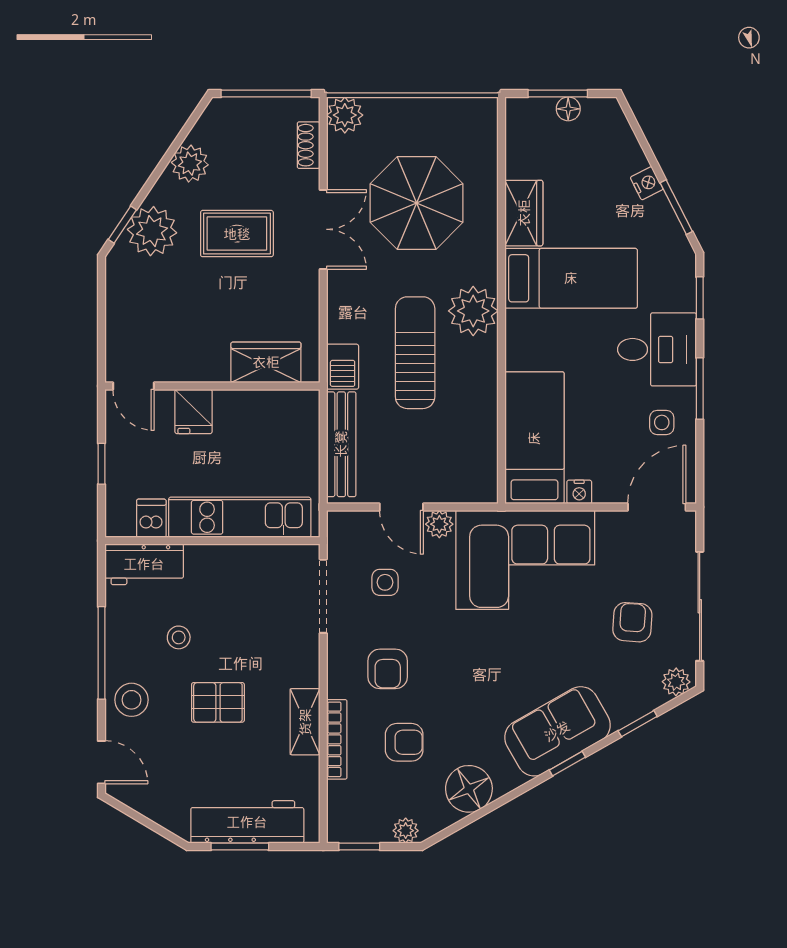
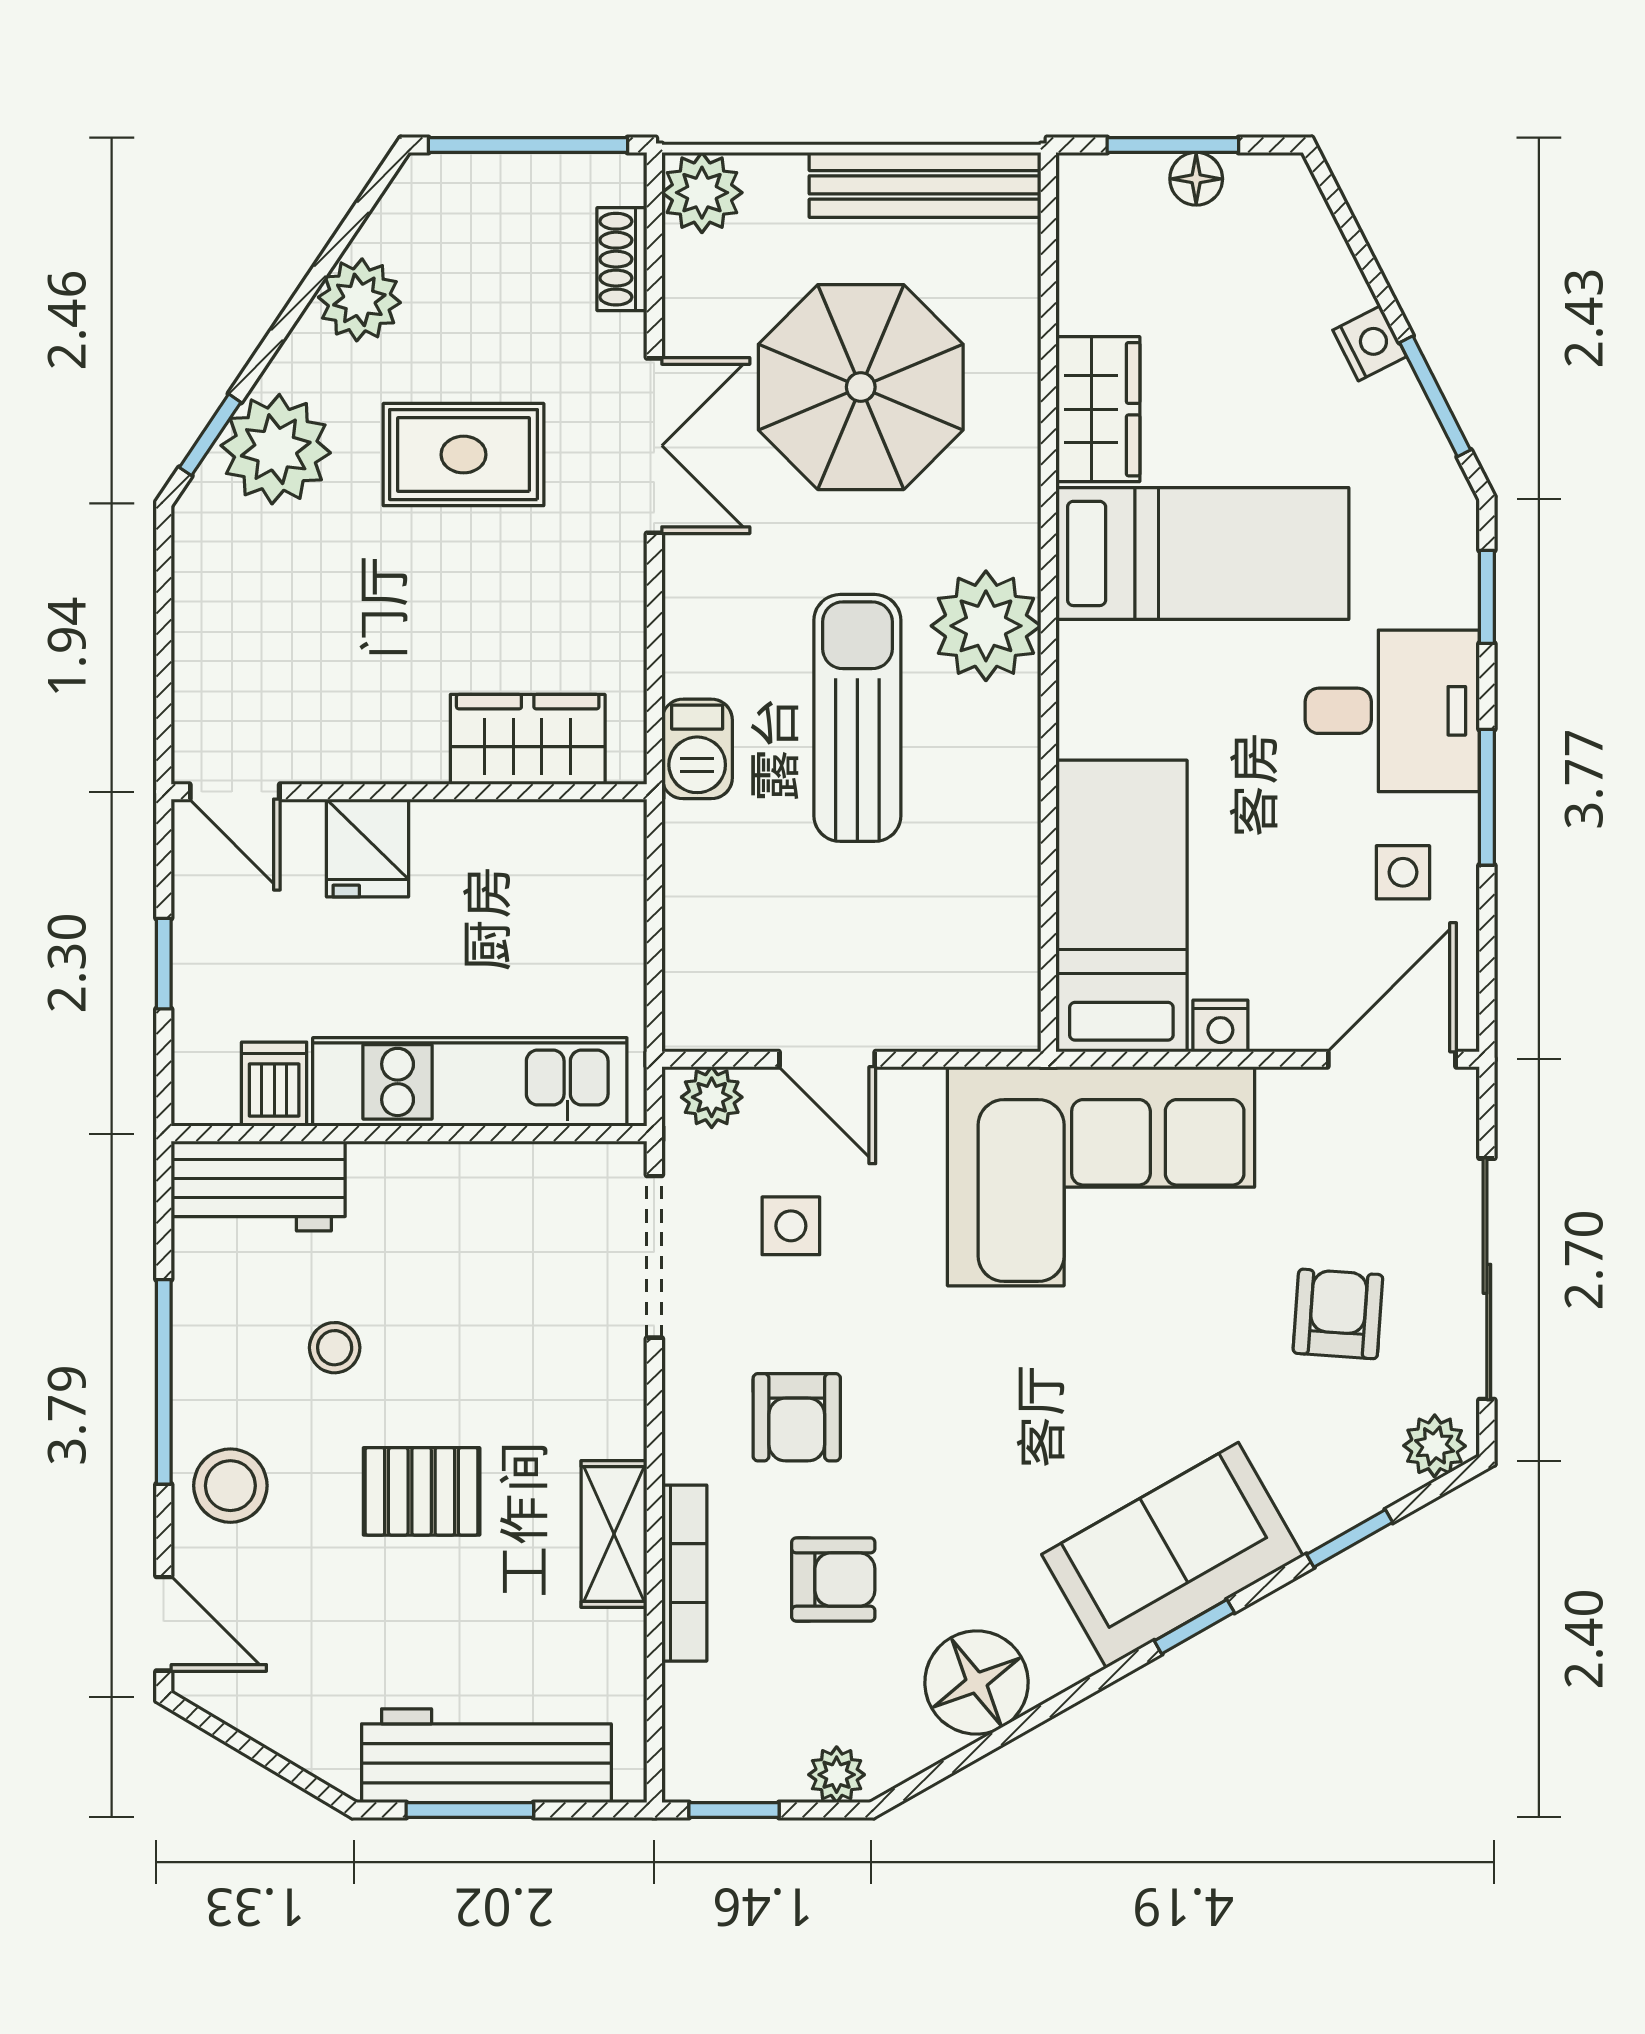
bench: (341, 444) -> (925, 185), moved, turned 90
plant: (439, 524) -> (712, 1097), moved

